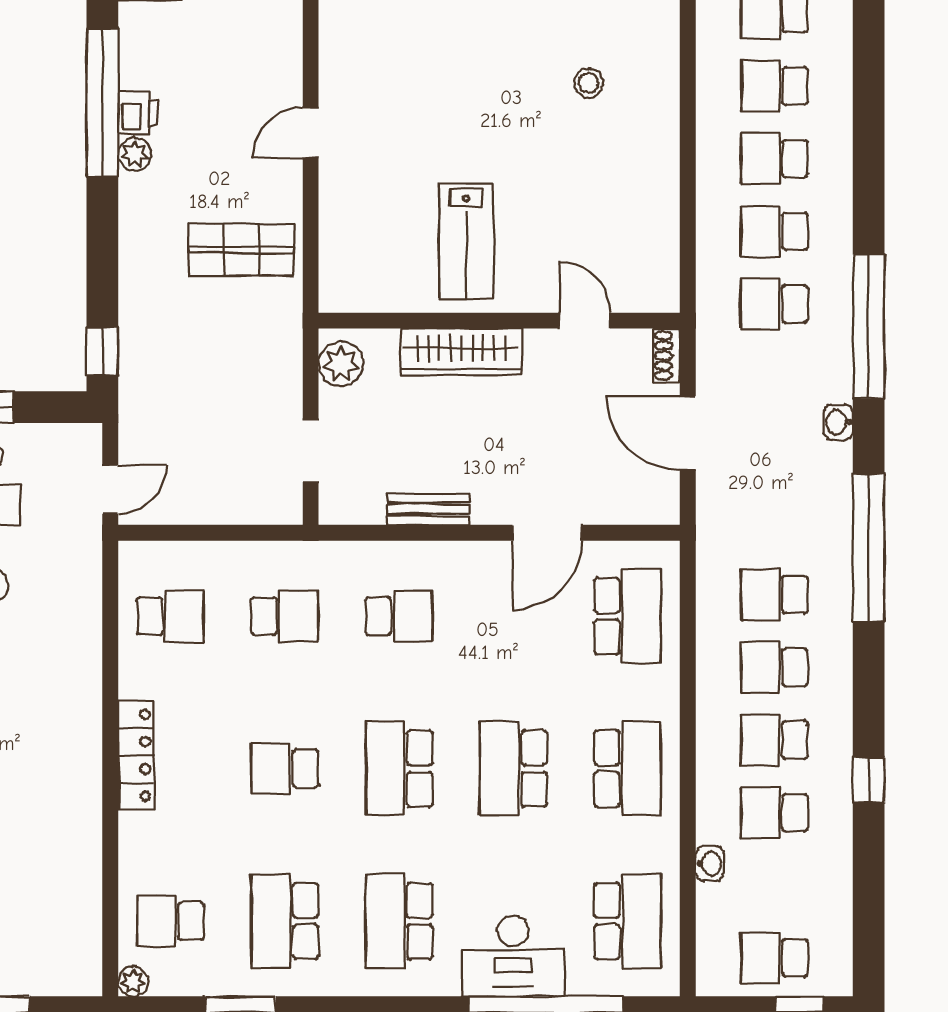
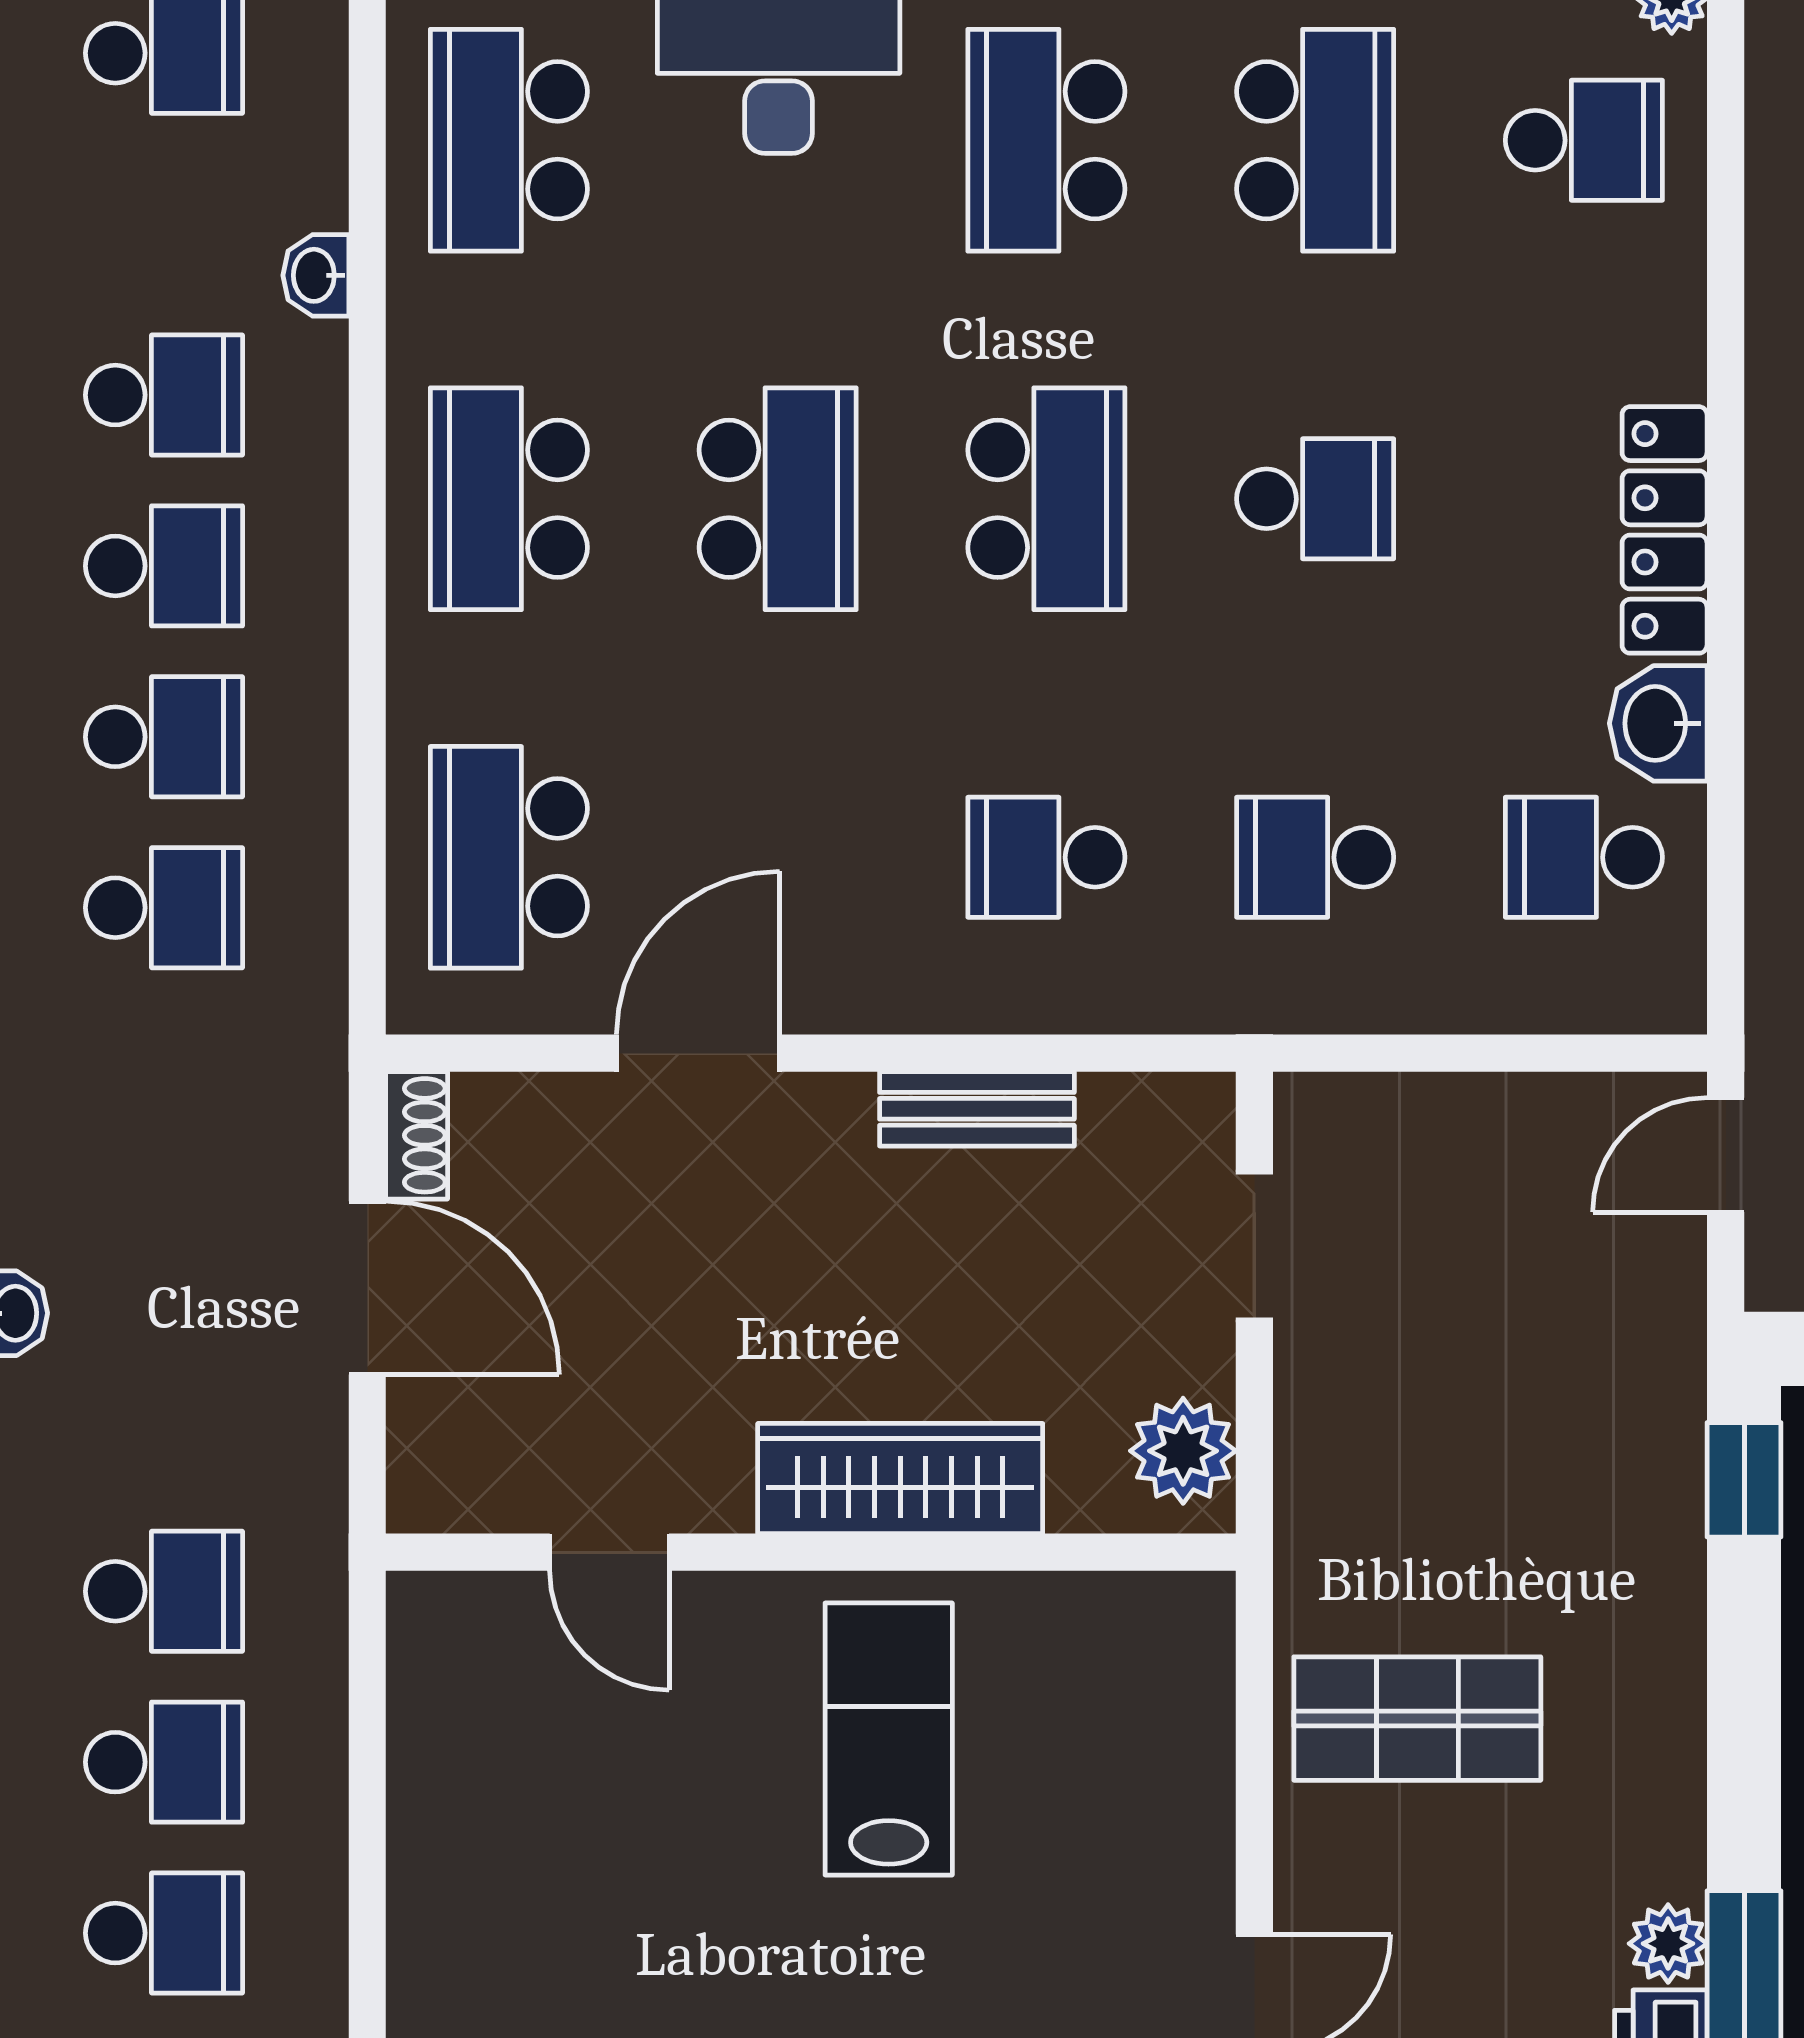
shoe rack: (667, 356) -> (417, 1135), moved
washbasin: (139, 673) -> (1658, 723), added
school desk: (399, 921) -> (1046, 140), turned 180

